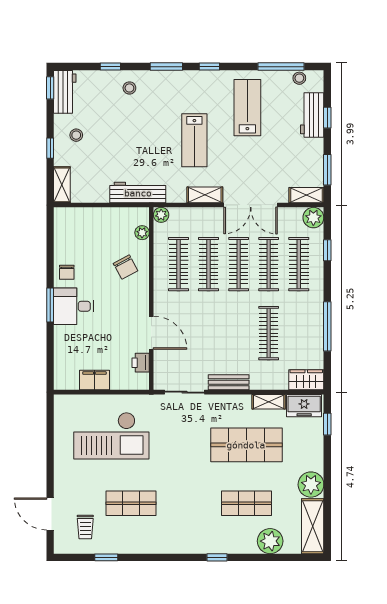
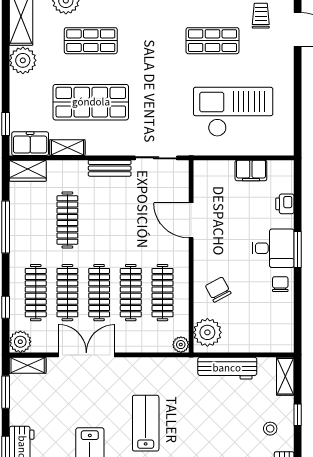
workbench: (138, 193) -> (227, 368), moved
shelving: (205, 195) -> (135, 366), removed
plant: (142, 233) -> (207, 332), width x1.88, depth x1.88
printer: (141, 363) -> (285, 204), moved, turned 180

